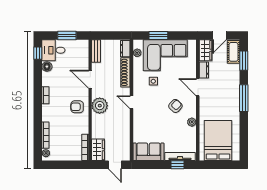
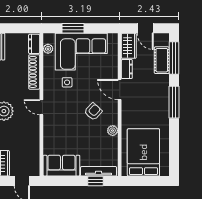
door: (219, 35) -> (145, 28), hinge flipped
cot: (234, 52) -> (162, 60), moved
window: (244, 61) -> (174, 58), width x1.44

